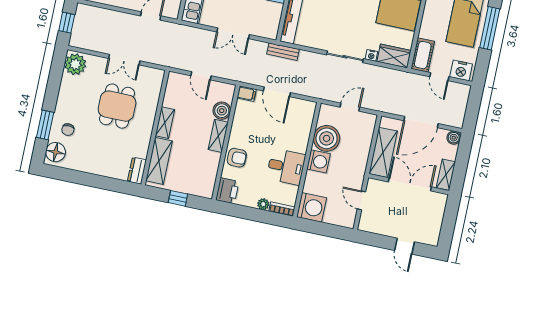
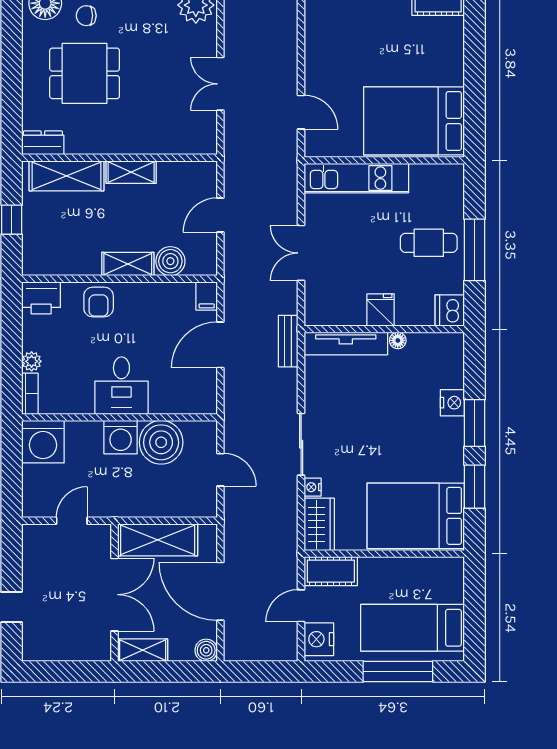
dining table: (117, 106) -> (85, 73), moved
desk: (286, 167) -> (121, 386), moved

